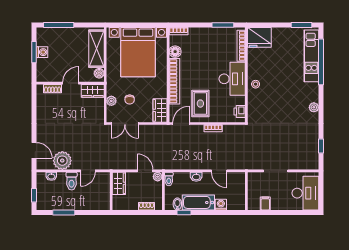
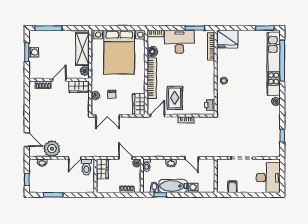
kitchen unit: (311, 56) -> (274, 64), width x1.36
desk: (232, 79) -> (179, 42), moved, turned -90
toilet: (72, 181) -> (86, 167), moved

